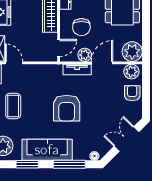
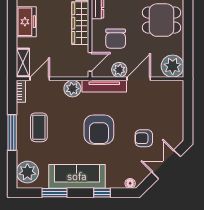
door: (14, 63) -> (40, 79), hinge flipped
tv unit: (77, 69) -> (104, 86), width x1.41
plant: (131, 72) -> (72, 89), moved
armchair: (132, 93) -> (144, 138), moved, turned -90
window: (69, 164) -> (102, 193), width x0.46

